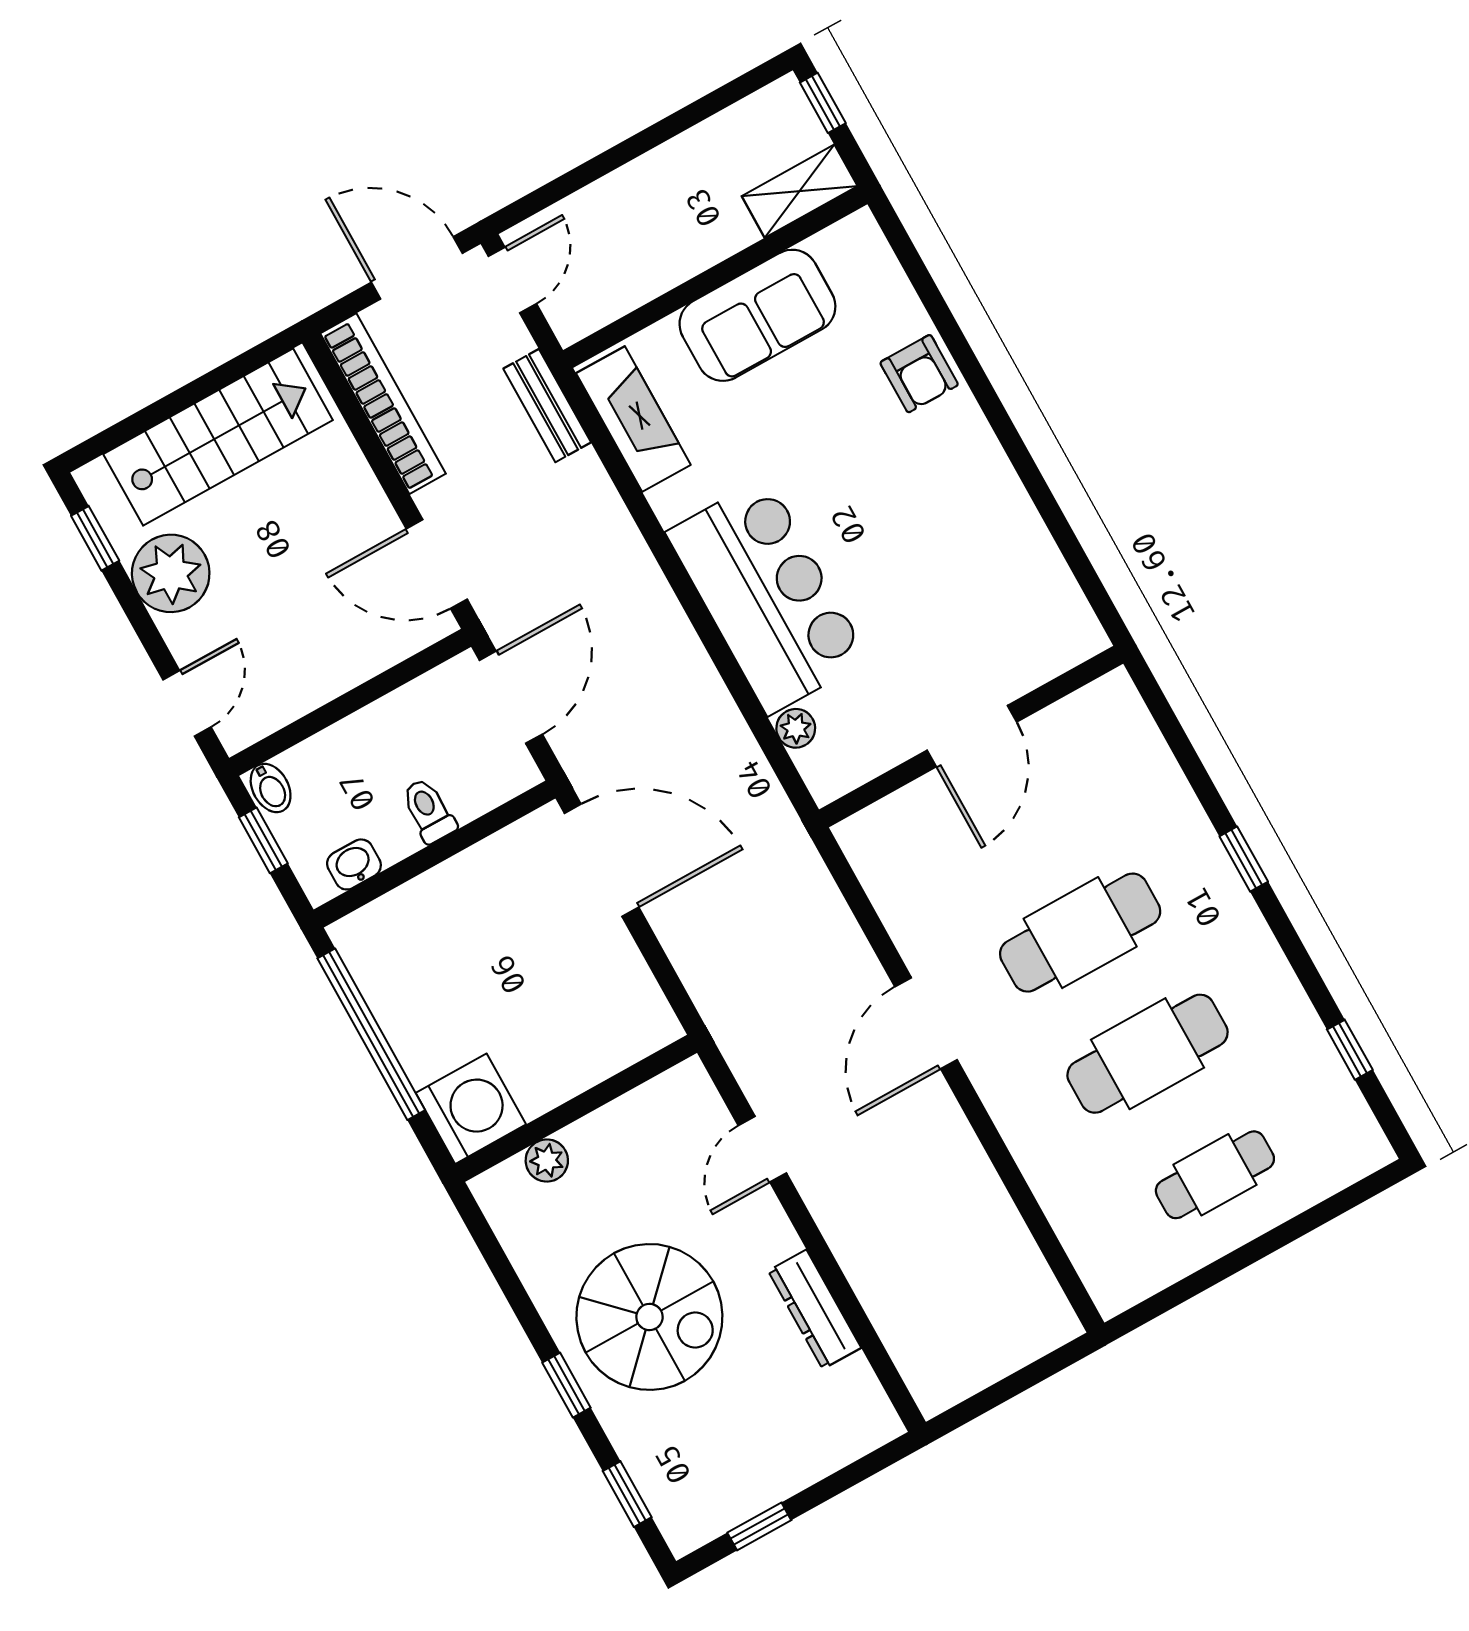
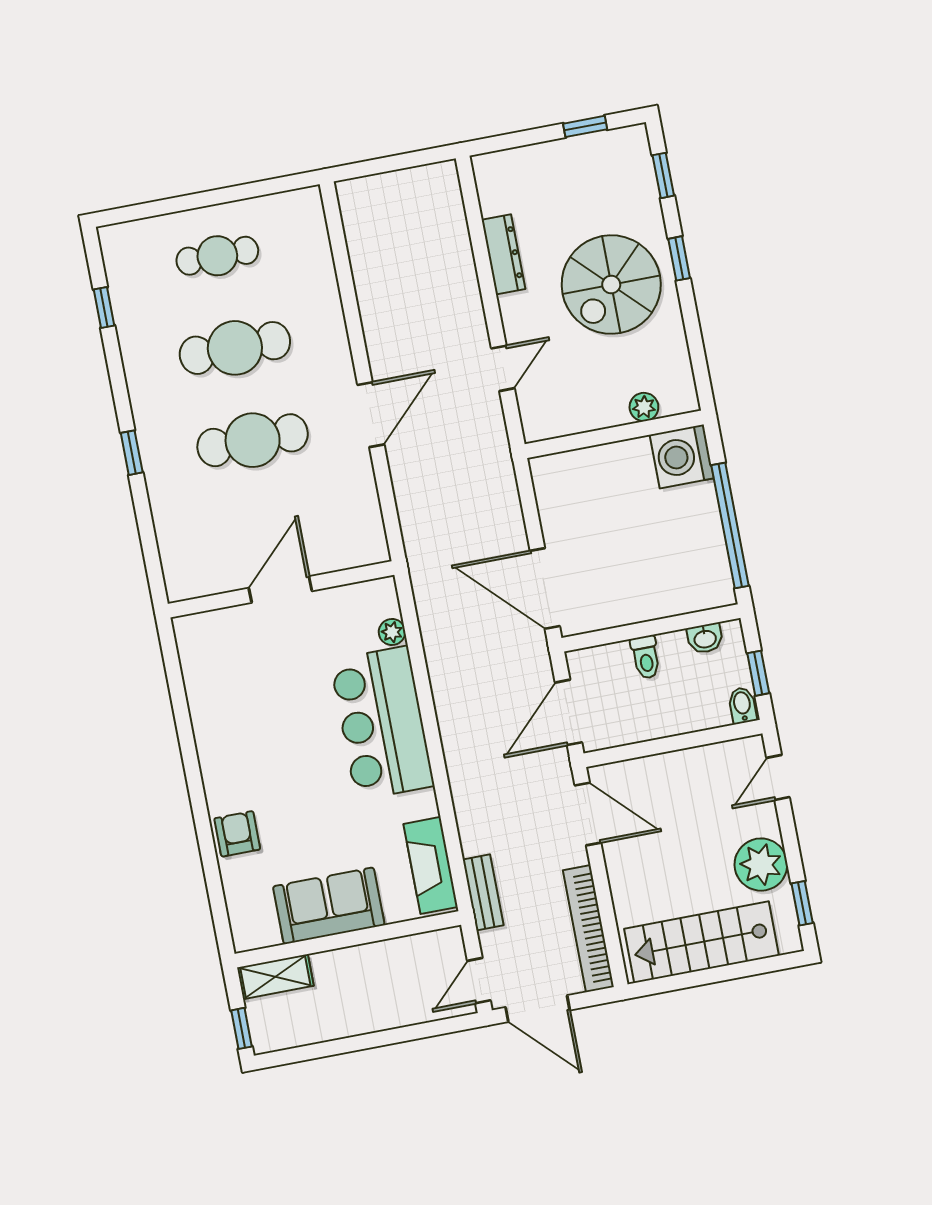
spiral stairs: (649, 1317) -> (611, 285), turned -90

